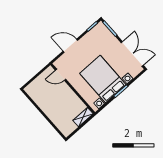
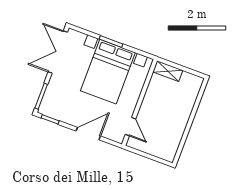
door: (70, 46) -> (88, 134), swing flipped

